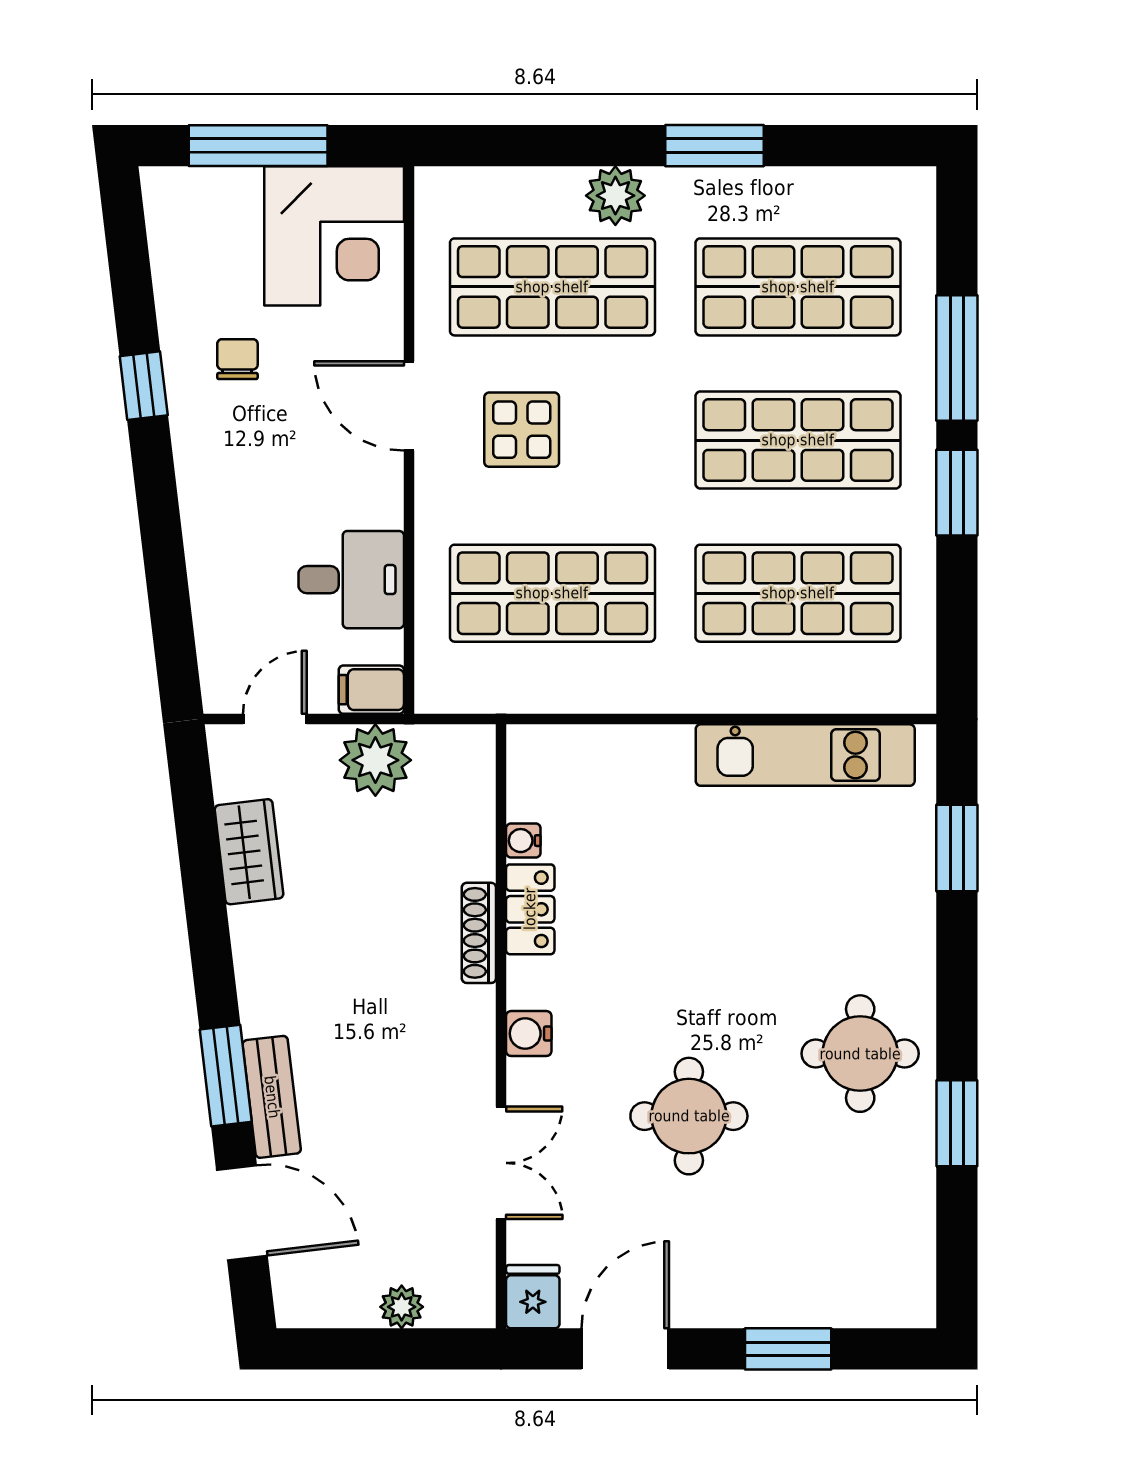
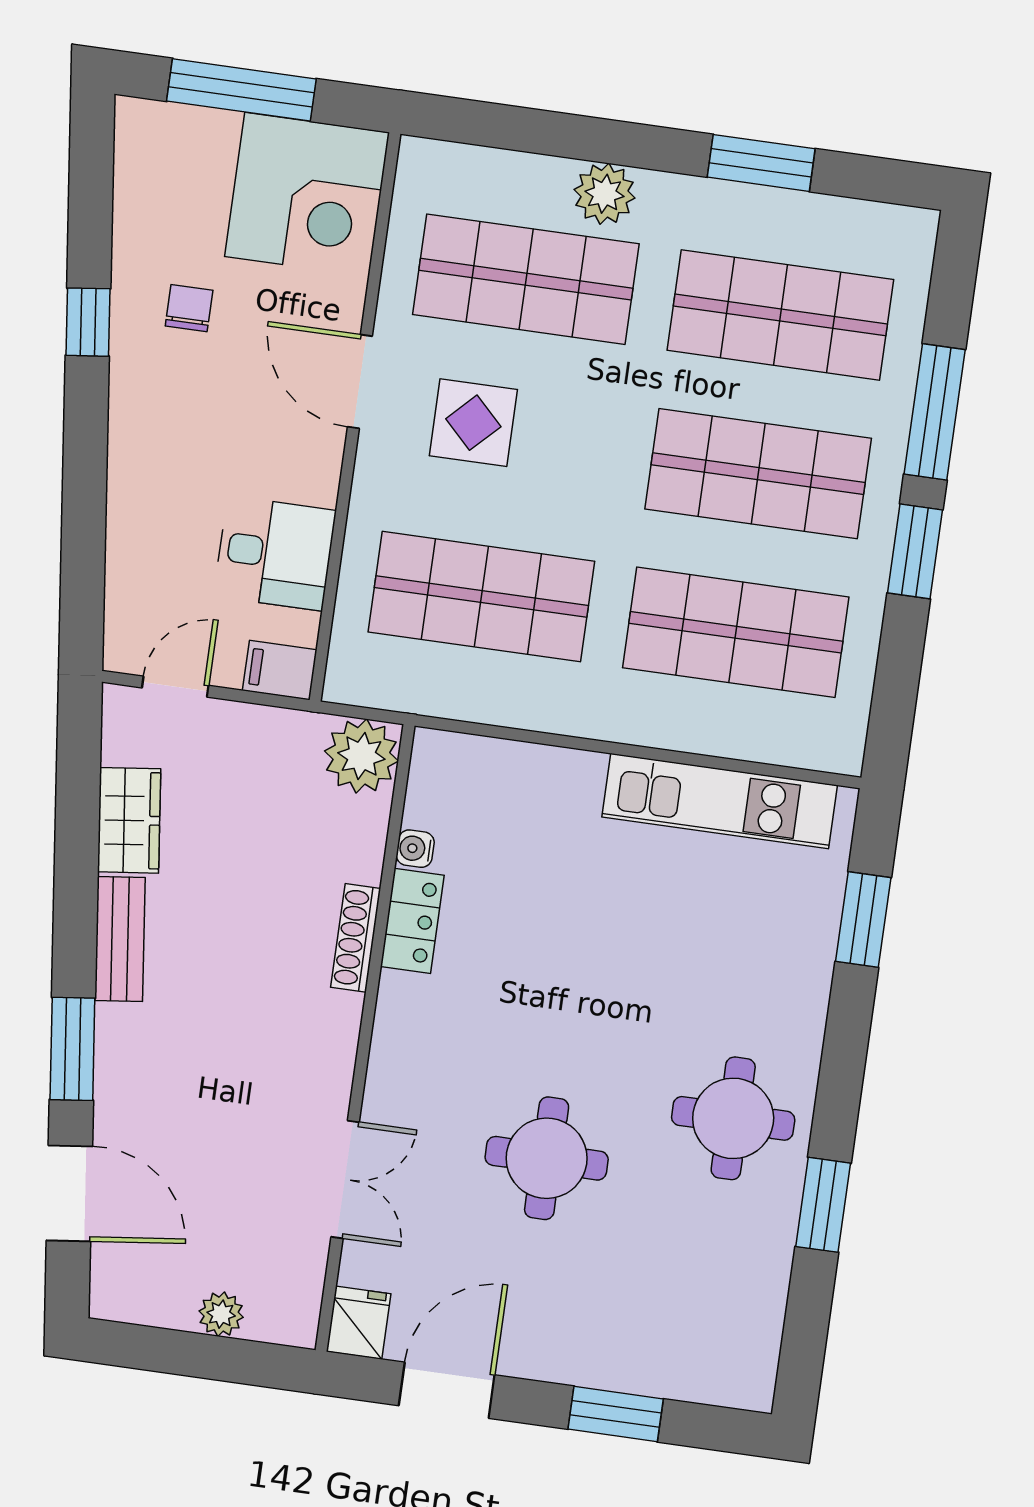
window: (715, 146) -> (761, 163), moved
plant: (375, 760) -> (361, 756), moved
water cooler: (529, 1034) -> (393, 1049), removed
bench: (272, 1097) -> (120, 939), moved

